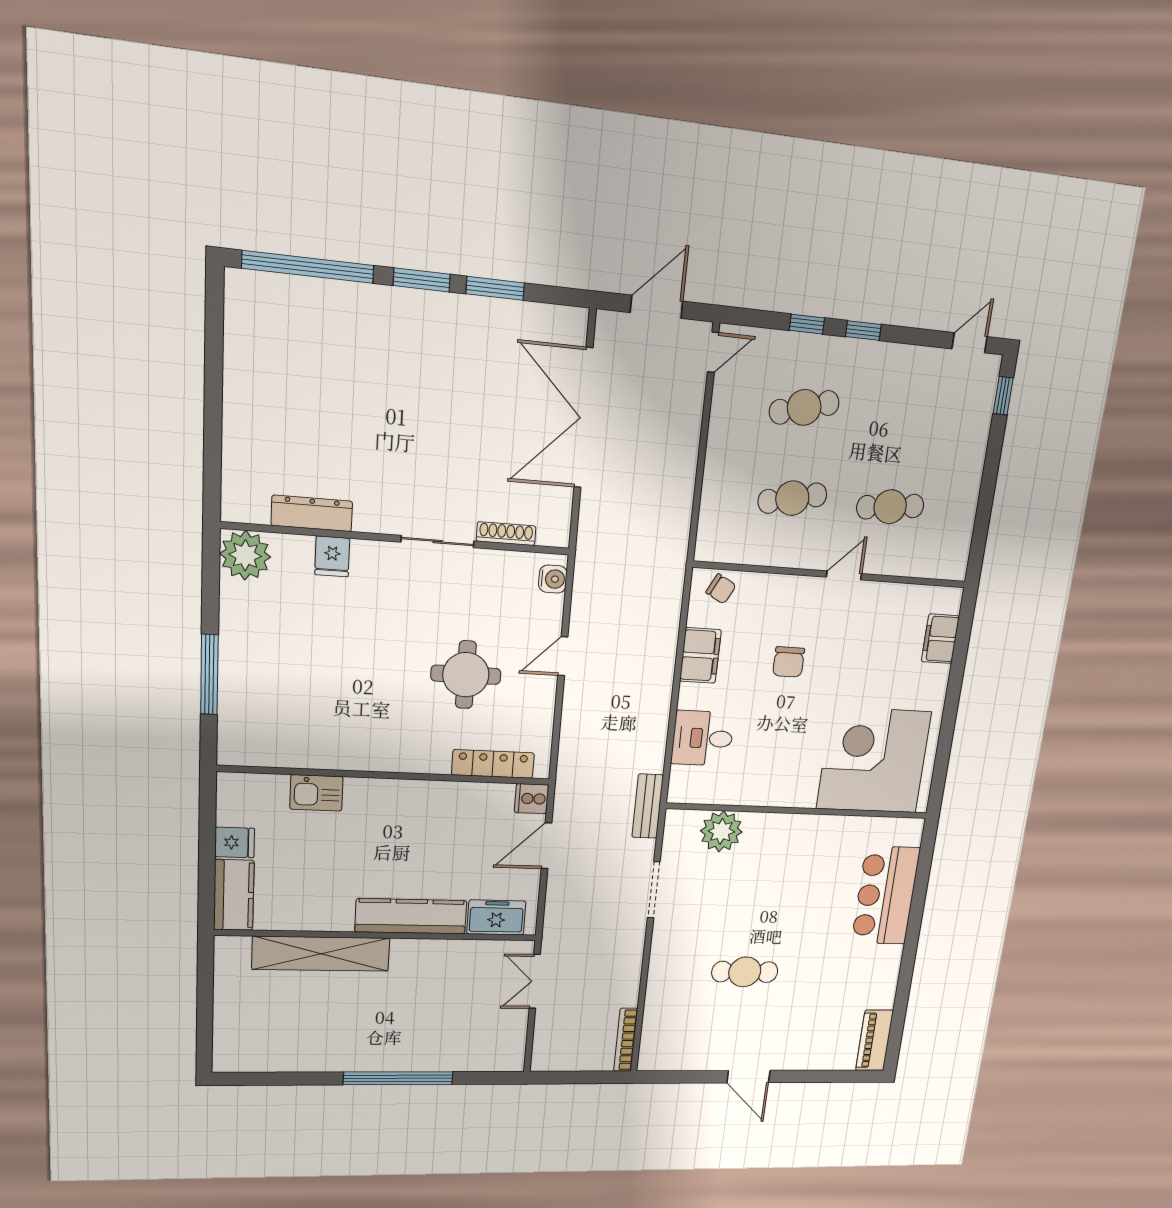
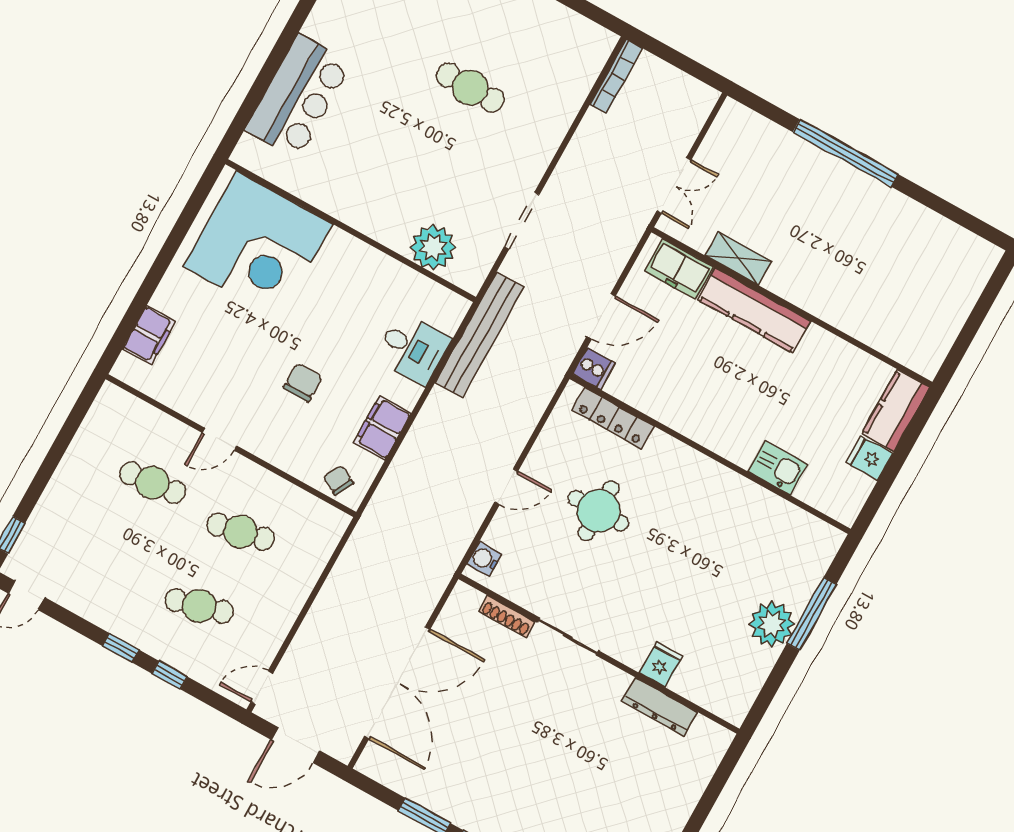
plant: (245, 555) -> (772, 624), moved
bench: (648, 806) -> (480, 335), width x1.86, depth x1.21
shelving: (321, 954) -> (738, 258), moved, width x0.45, depth x0.75

